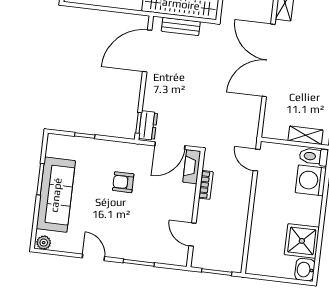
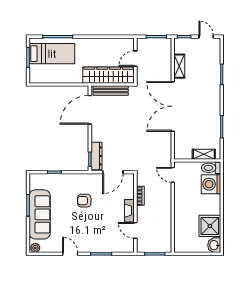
bench: (181, 26) -> (111, 91), width x1.36
dresser: (148, 125) -> (96, 156), width x1.44
fireplace: (192, 167) -> (129, 211), moved

